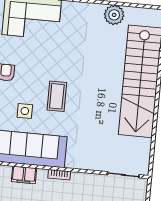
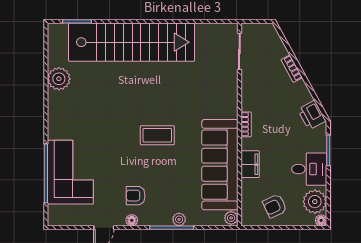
side table: (25, 111) -> (177, 170), removed

